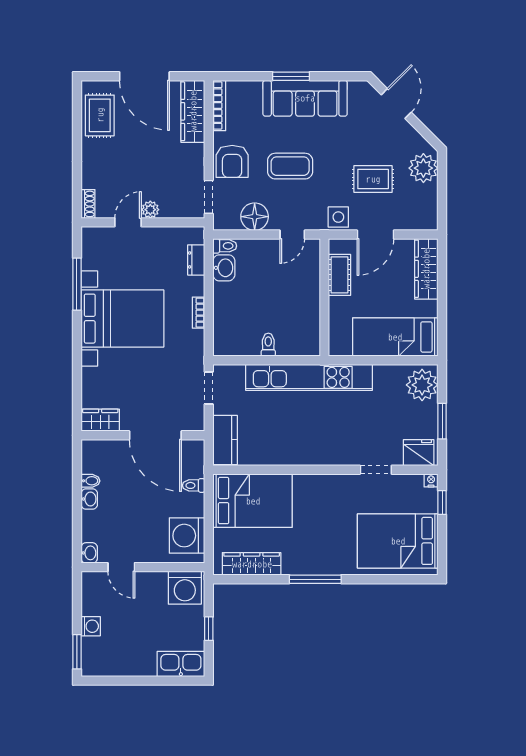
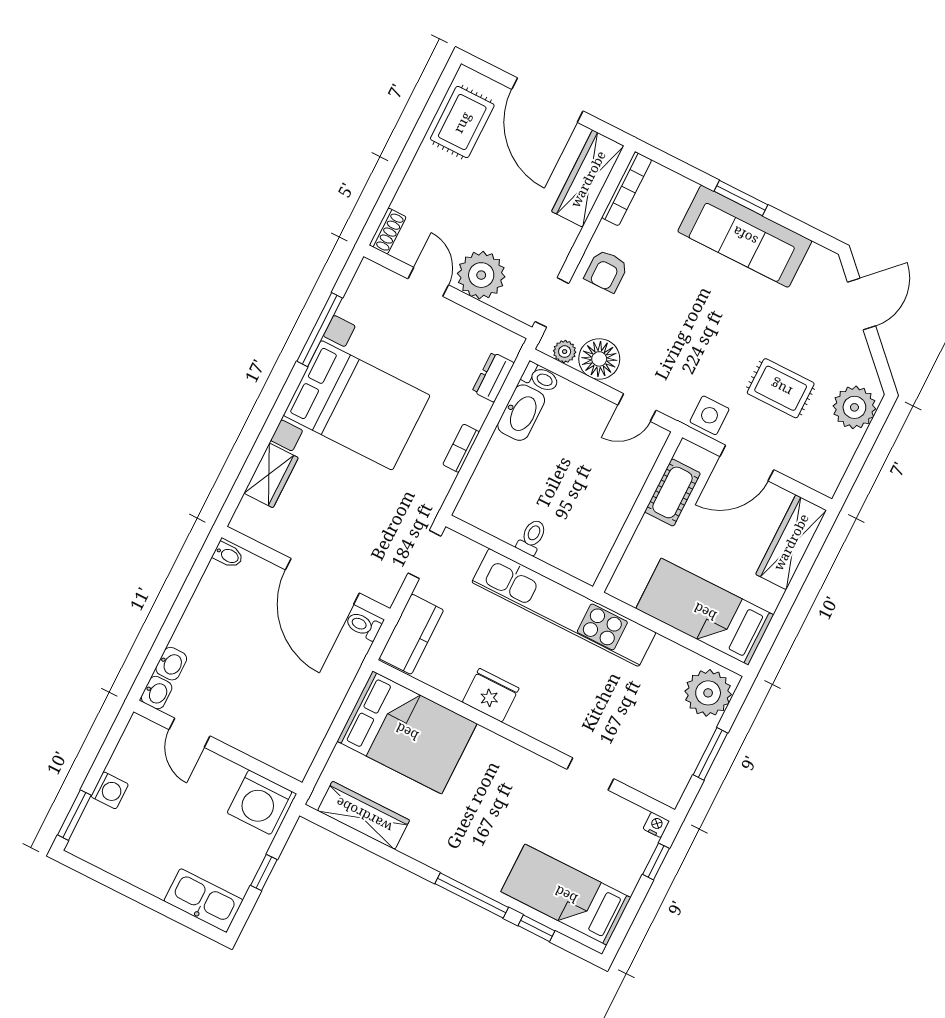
armchair: (232, 161) -> (606, 271), width x0.72, depth x0.72
coffee table: (290, 166) -> (680, 316), removed
plant: (150, 210) -> (481, 275), width x1.87, depth x1.87
door: (128, 222) -> (428, 282), hinge flipped
plant: (231, 223) -> (565, 352), added
washbasin: (224, 268) -> (521, 413), width x1.38
wardrobe: (100, 420) -> (271, 475), moved, turned 90
fridge: (419, 453) -> (491, 695), moved
bidet: (90, 481) -> (228, 555), moved
toilet: (194, 485) -> (363, 626), moved
washbasin: (89, 499) -> (171, 664), moved
washing machine: (187, 536) -> (297, 735), removed
bed: (398, 541) -> (566, 895), width x0.67
window: (315, 579) -> (472, 896), moved
window: (390, 579) -> (536, 928), added

